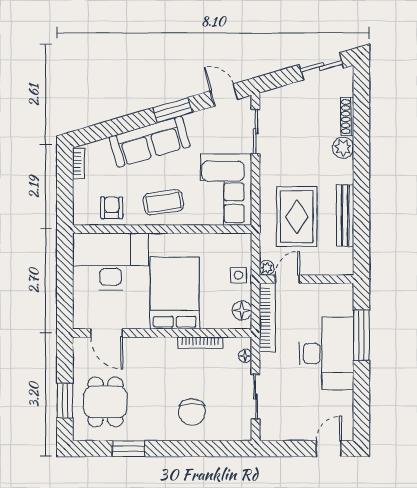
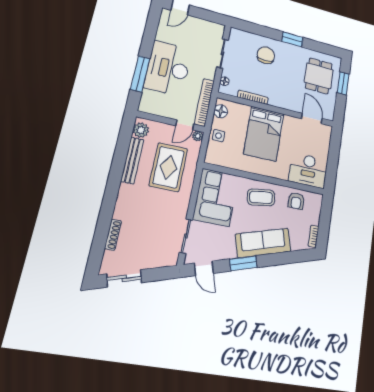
plant: (343, 148) -> (141, 130), moved
desk: (111, 261) -> (308, 170), width x0.73, depth x0.77
window: (128, 449) -> (292, 39), moved

